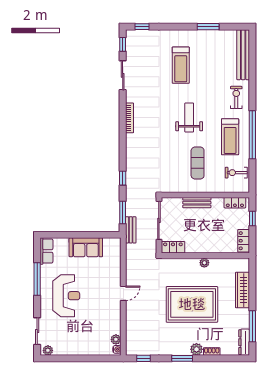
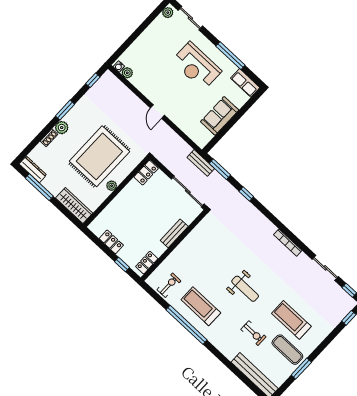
exercise bike: (236, 97) -> (253, 333), moved
exercise mat: (198, 163) -> (287, 350), moved
locker: (173, 247) -> (146, 173), moved
wall: (205, 256) -> (116, 192), moved
plant: (204, 263) -> (112, 186), moved

